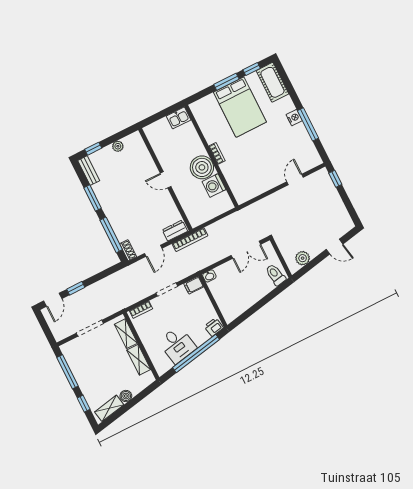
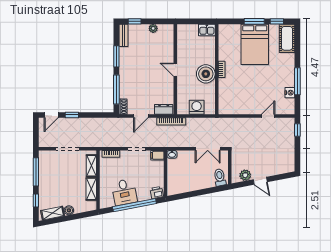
nightstand: (294, 118) -> (290, 93), moved
washing machine: (214, 186) -> (197, 107), moved, turned 90
door: (335, 247) -> (260, 181), moved

